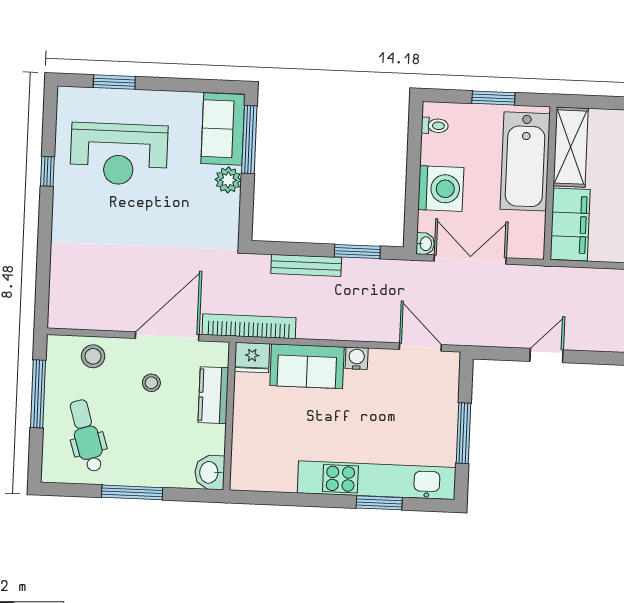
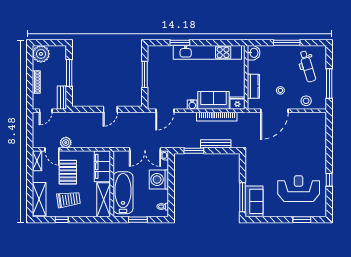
plant: (228, 180) -> (251, 179), removed
bookcase: (249, 326) -> (217, 117), moved
door: (420, 347) -> (165, 111), hinge flipped
kitchen unit: (377, 480) -> (207, 52), moved

